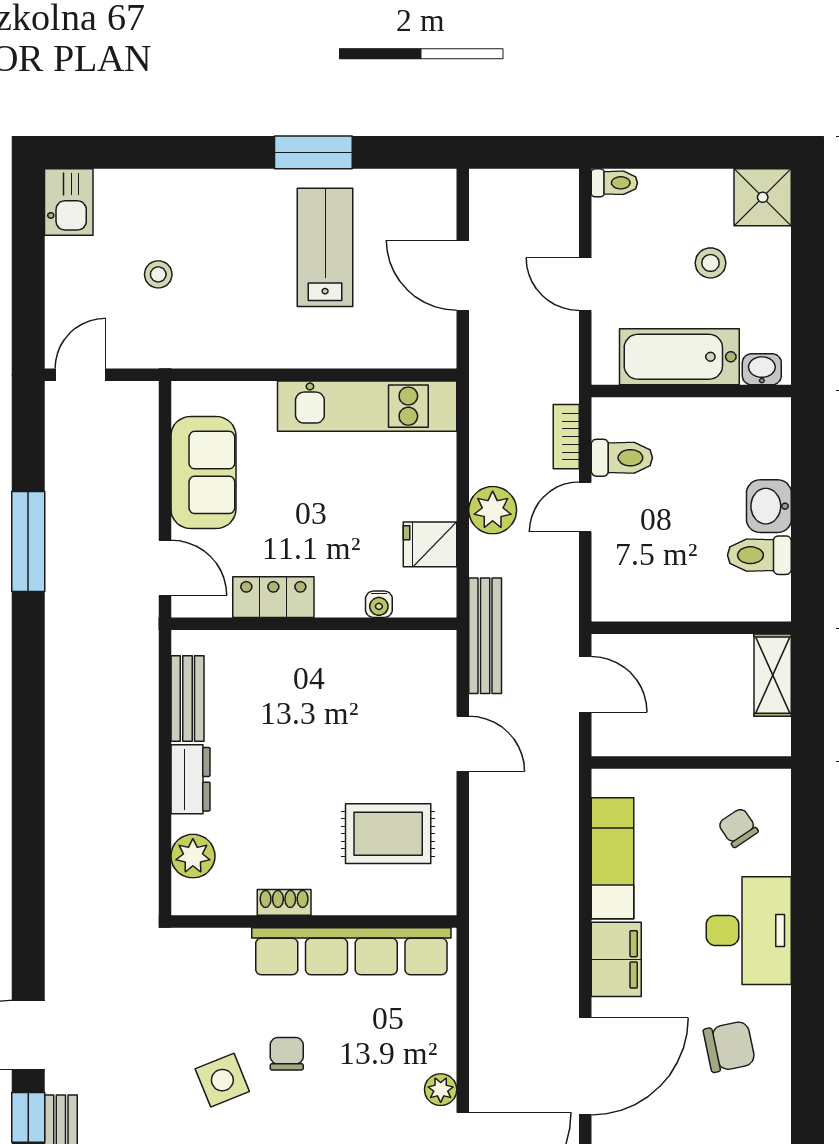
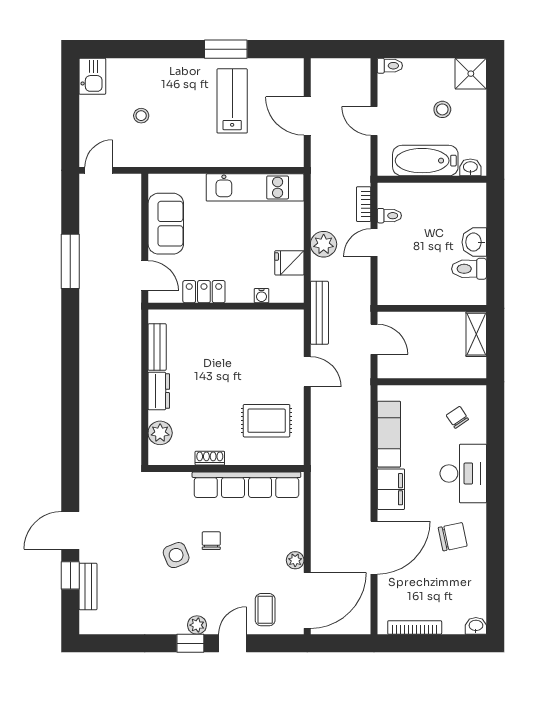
toilet: (622, 458) -> (389, 216), width x0.73, depth x0.72

